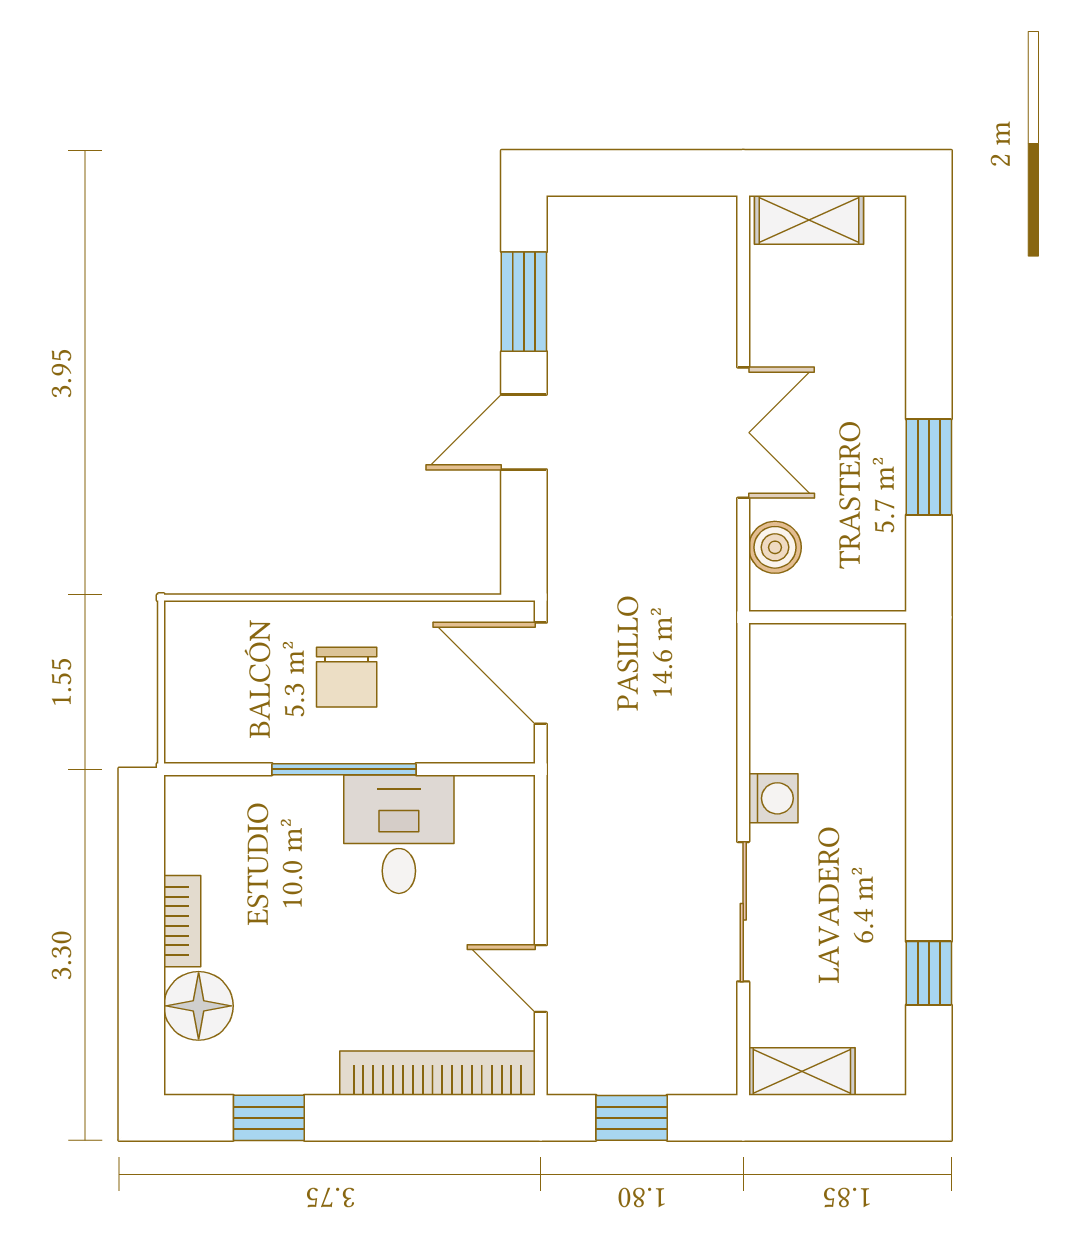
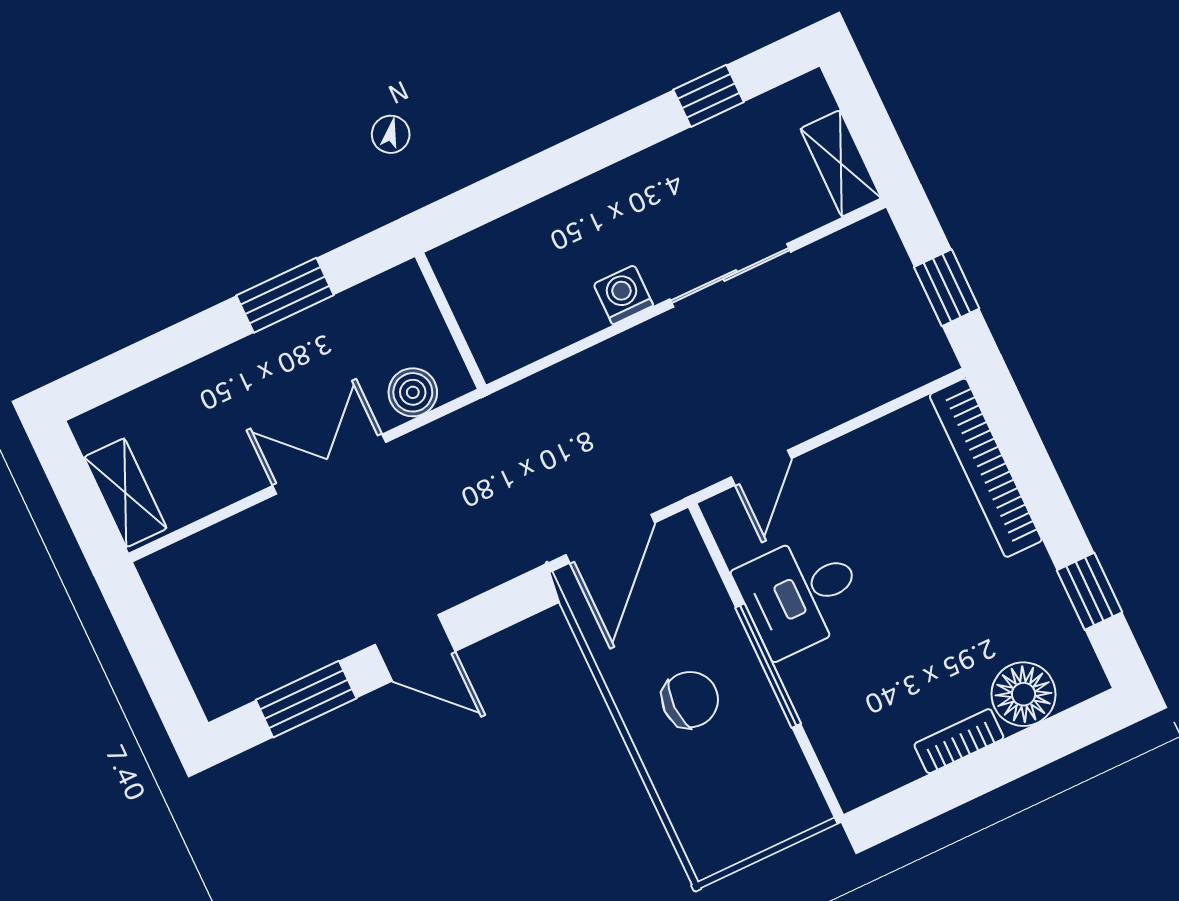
door: (541, 979) -> (761, 468), moved

